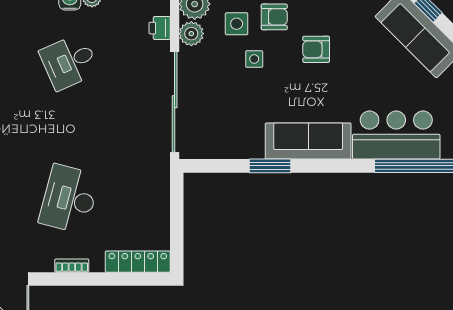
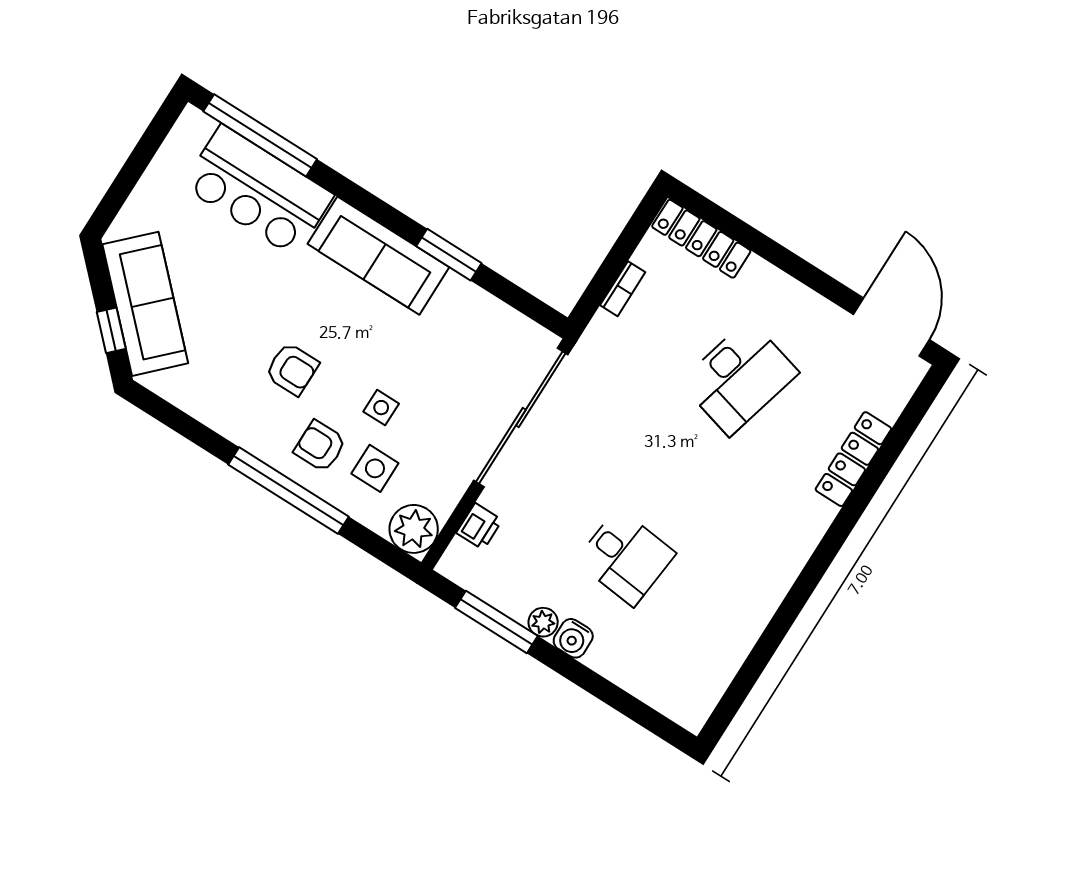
plant: (191, 34) -> (442, 493), removed
desk: (69, 62) -> (626, 557), turned 30
bookcase: (72, 266) -> (623, 289), moved, turned -90

